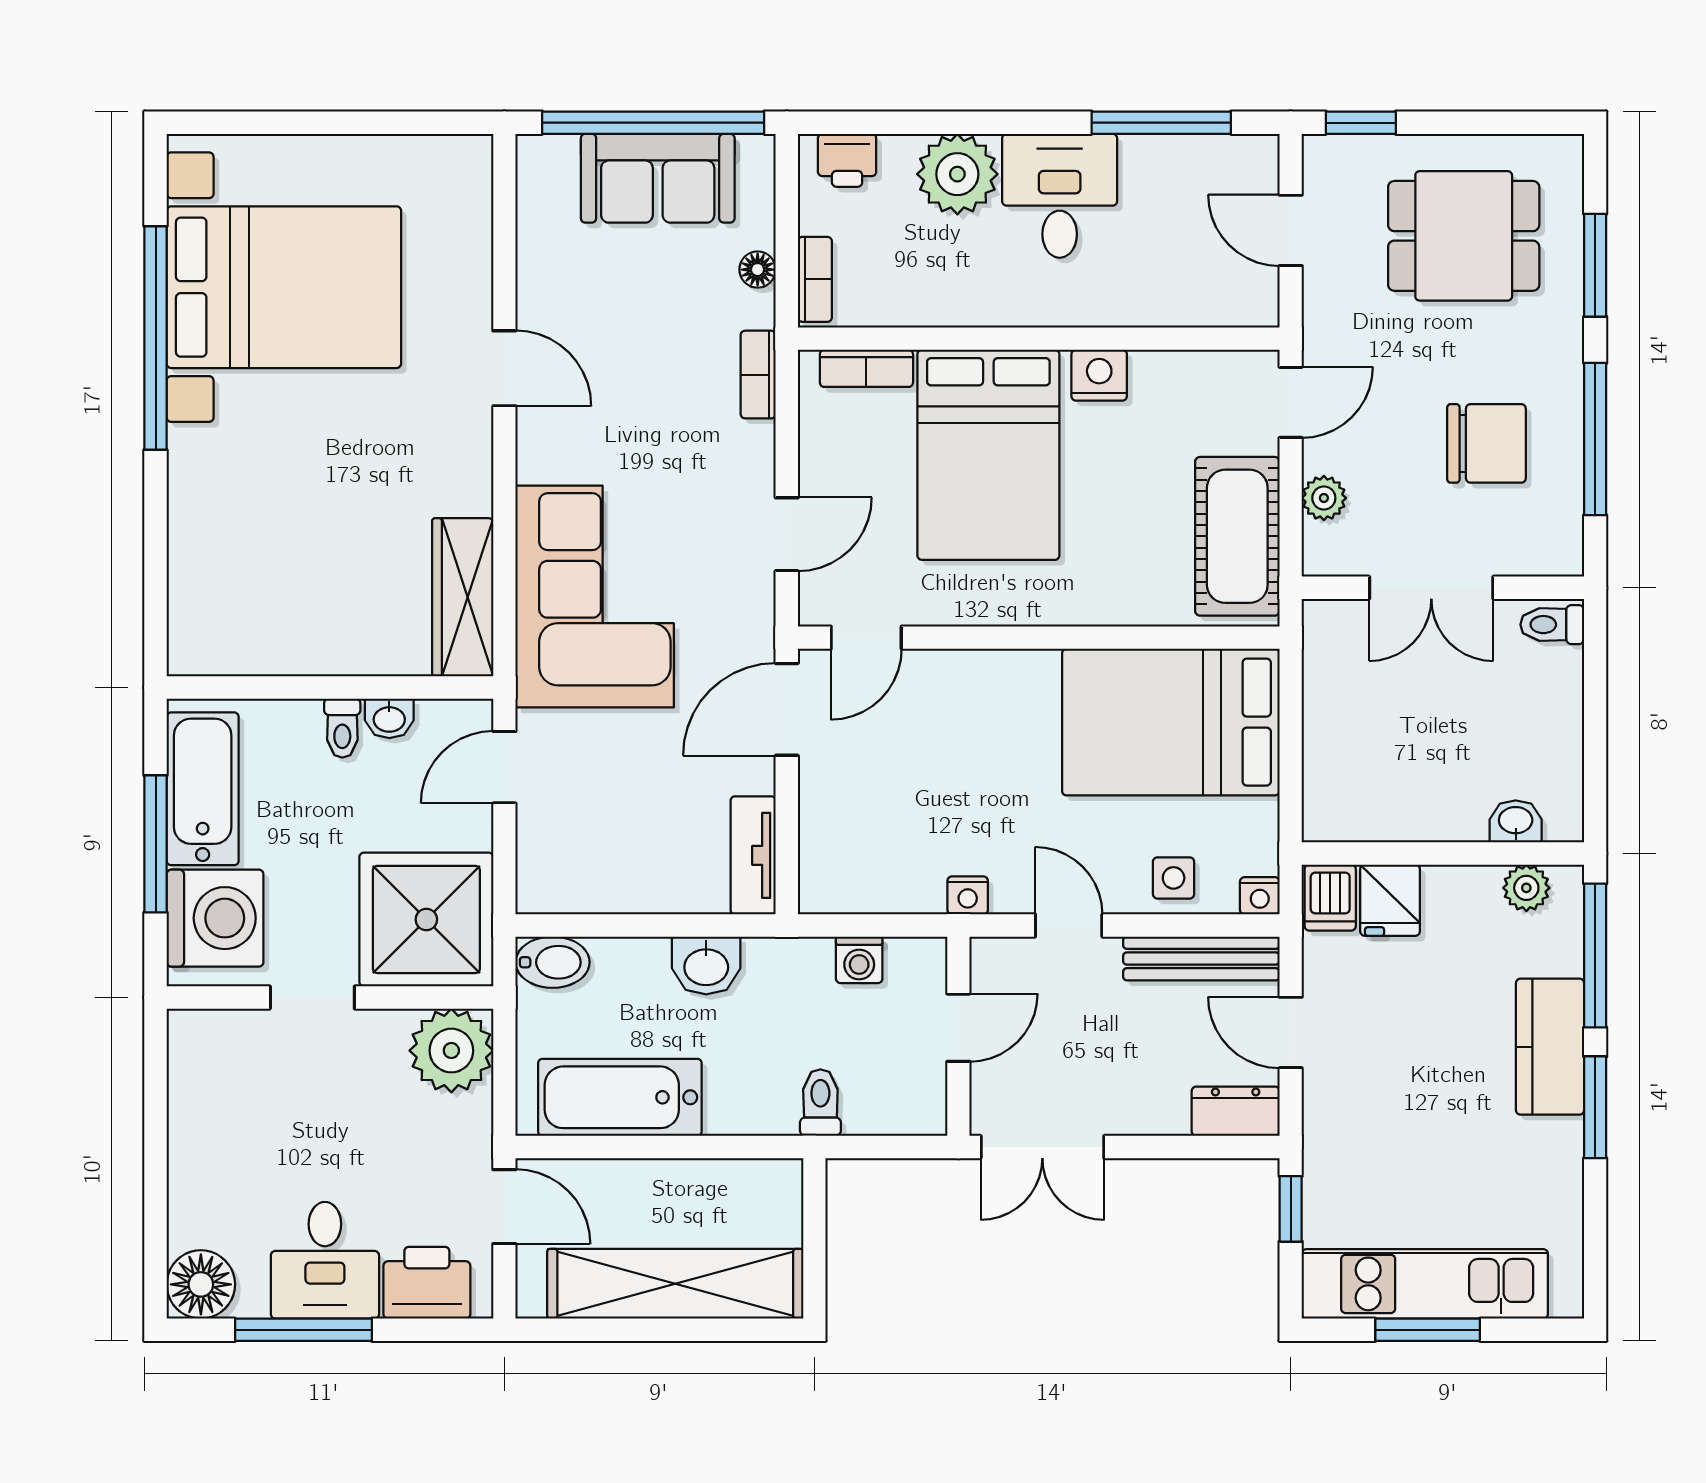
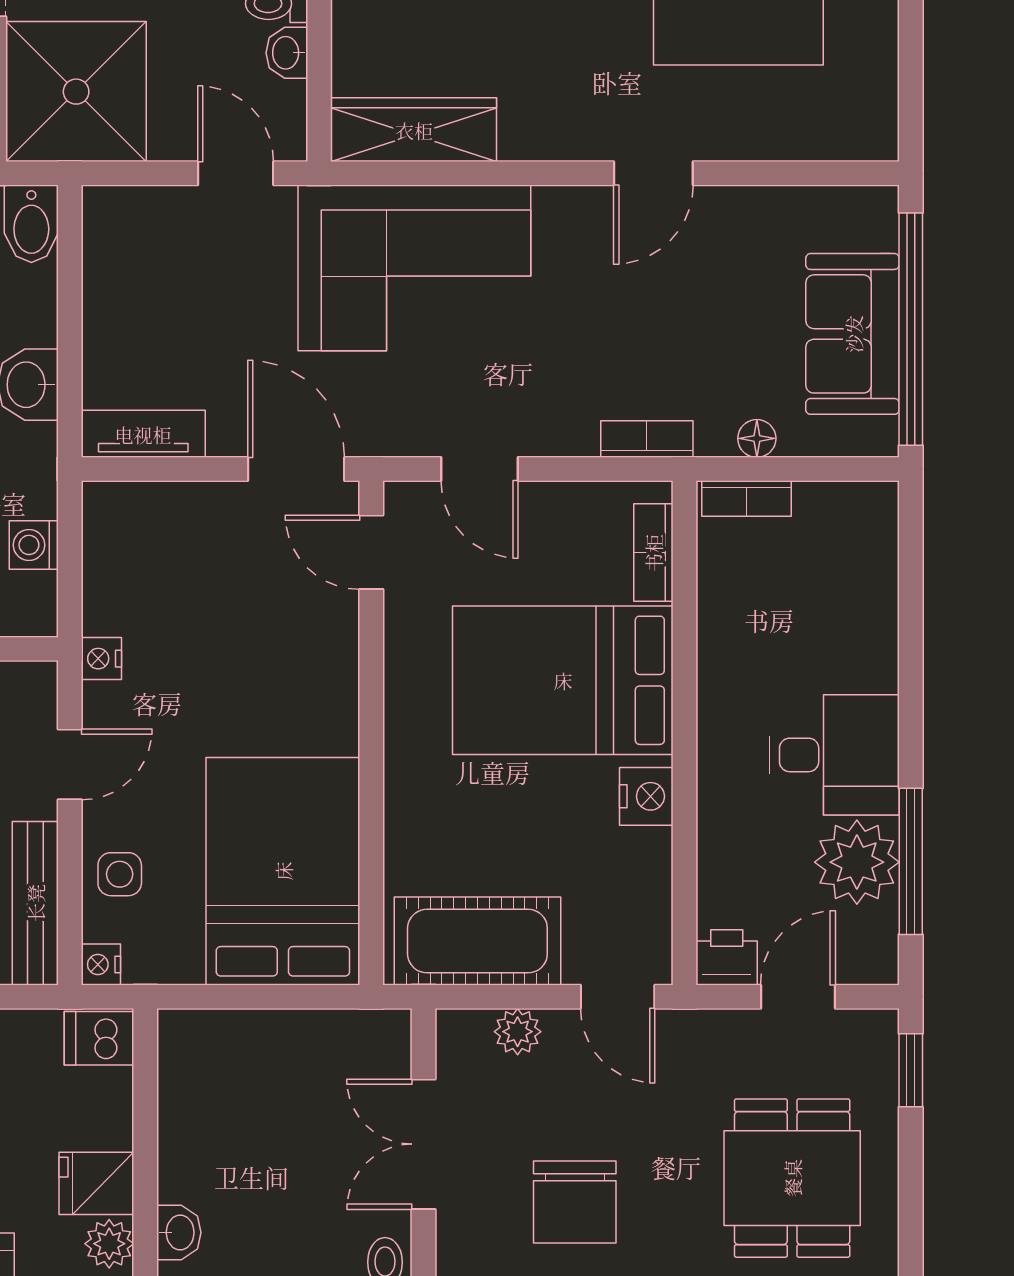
printer: (847, 160) -> (727, 957), moved, turned 90
plant: (957, 174) -> (857, 862), moved
fridge: (1390, 900) -> (96, 1183), moved

